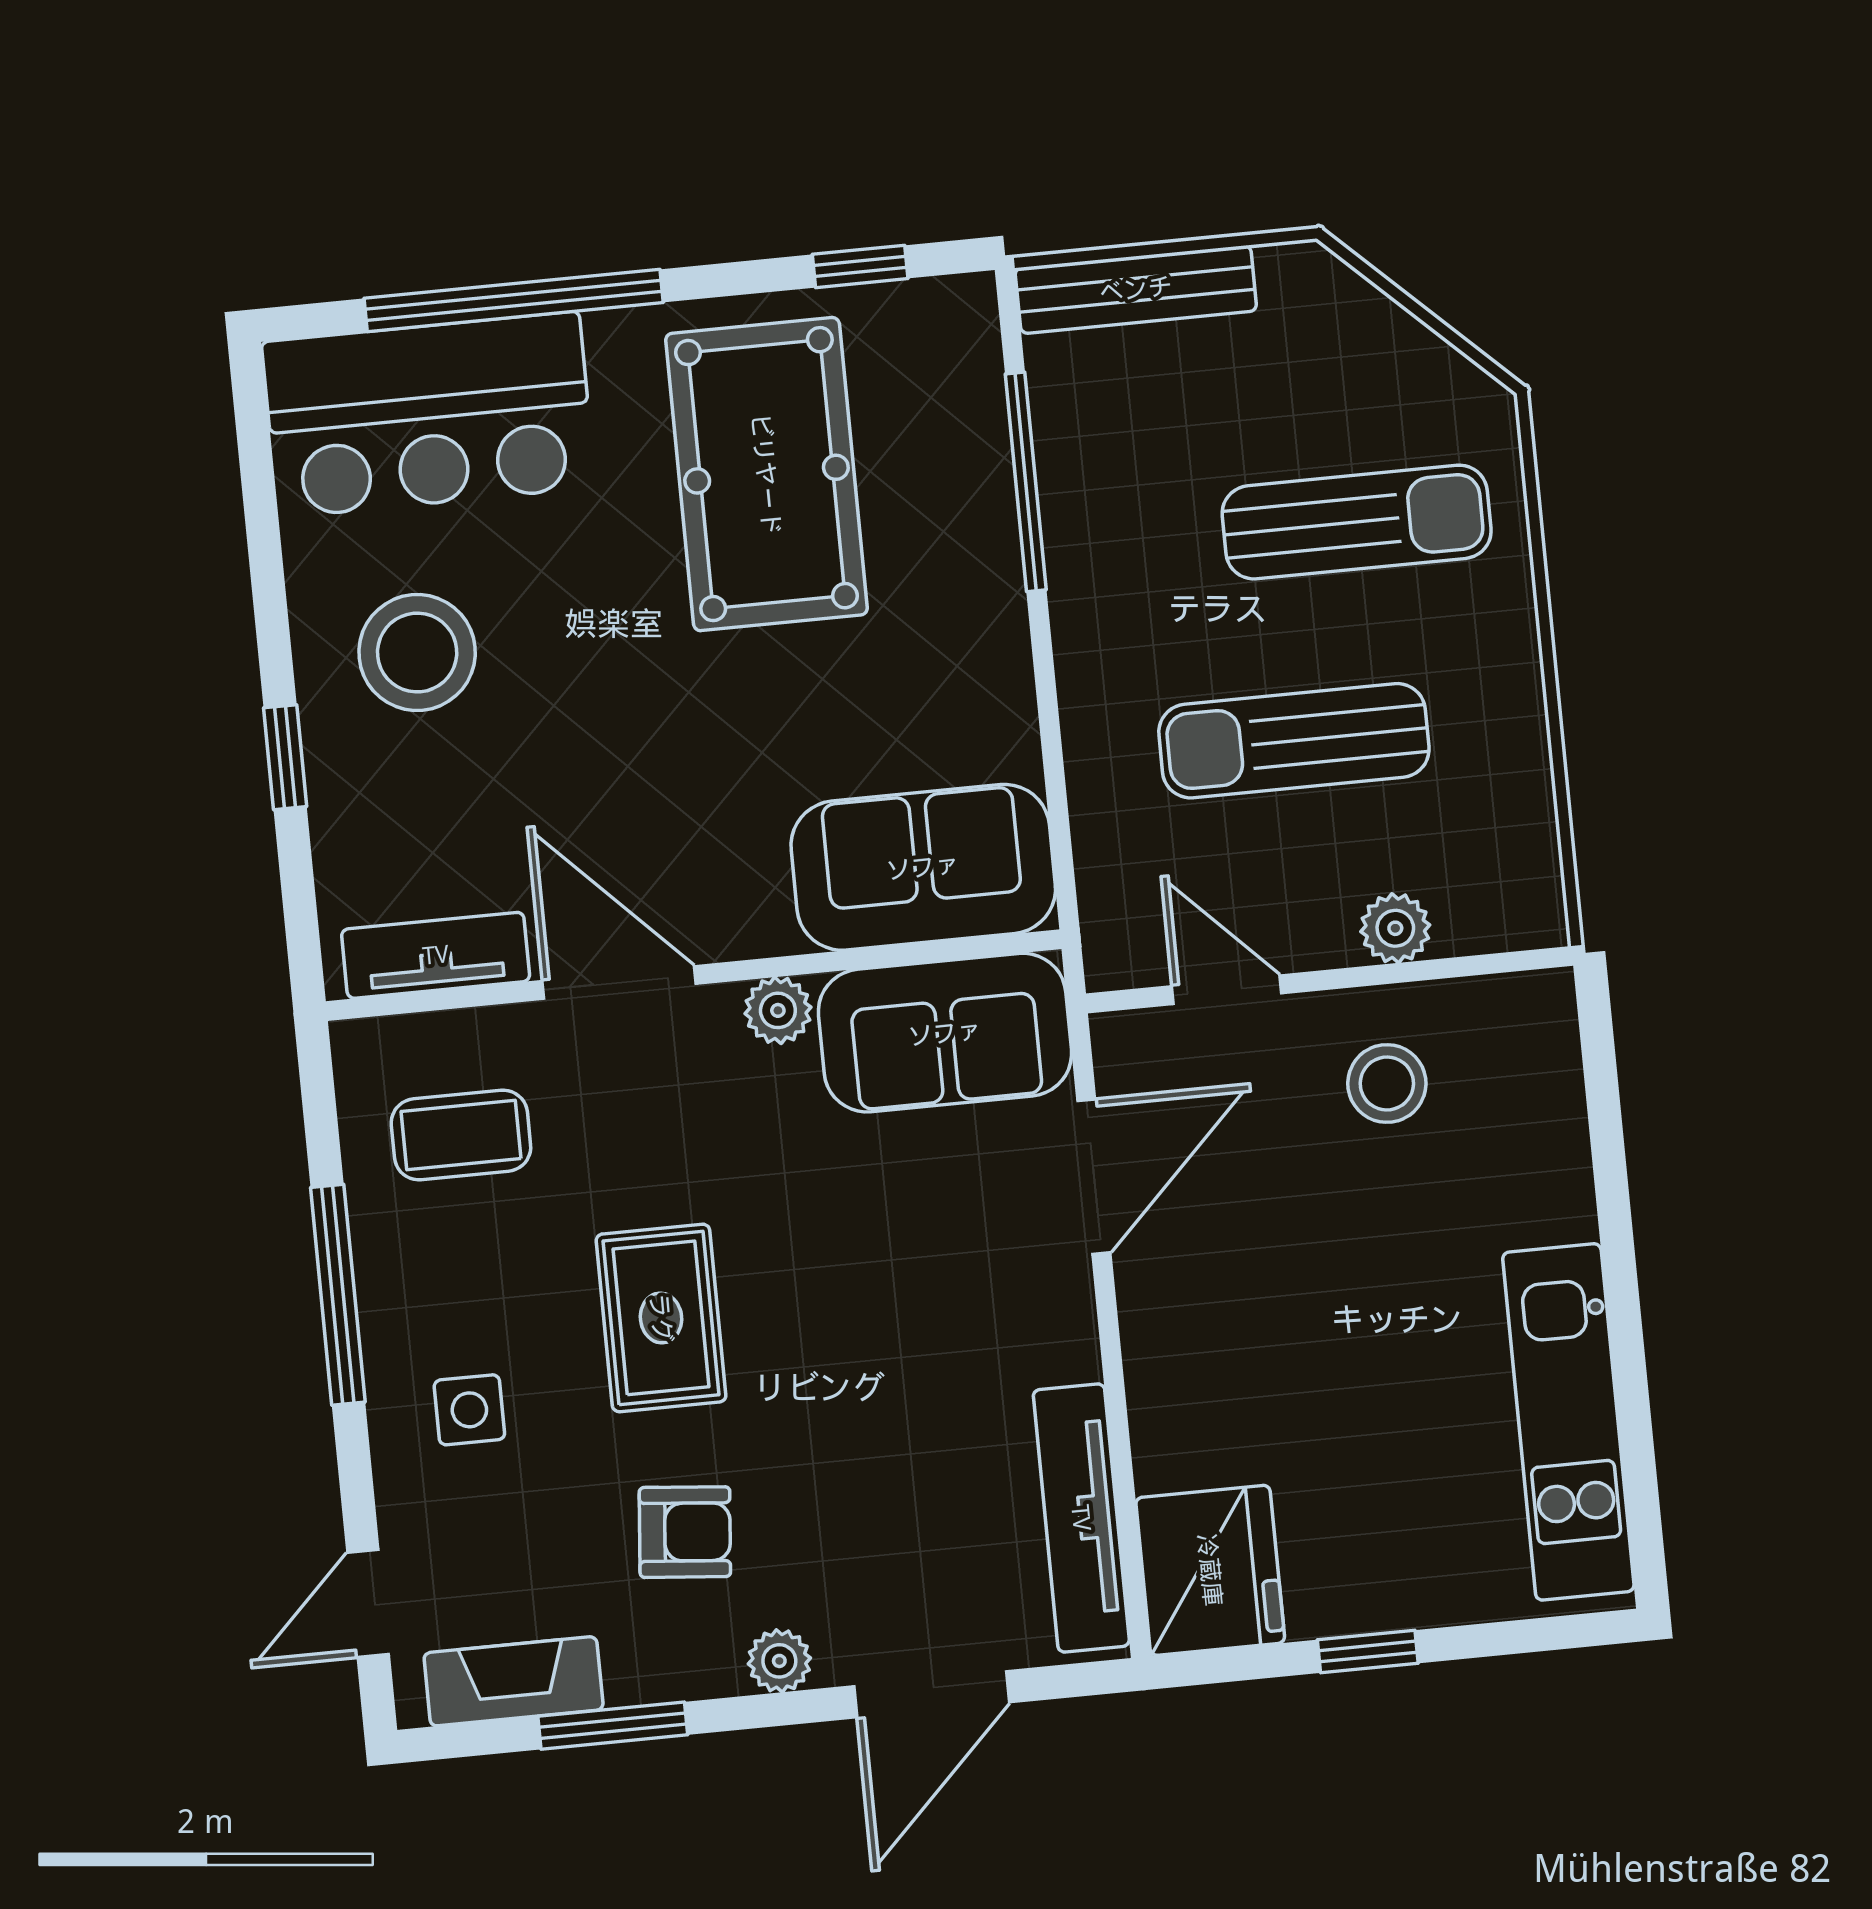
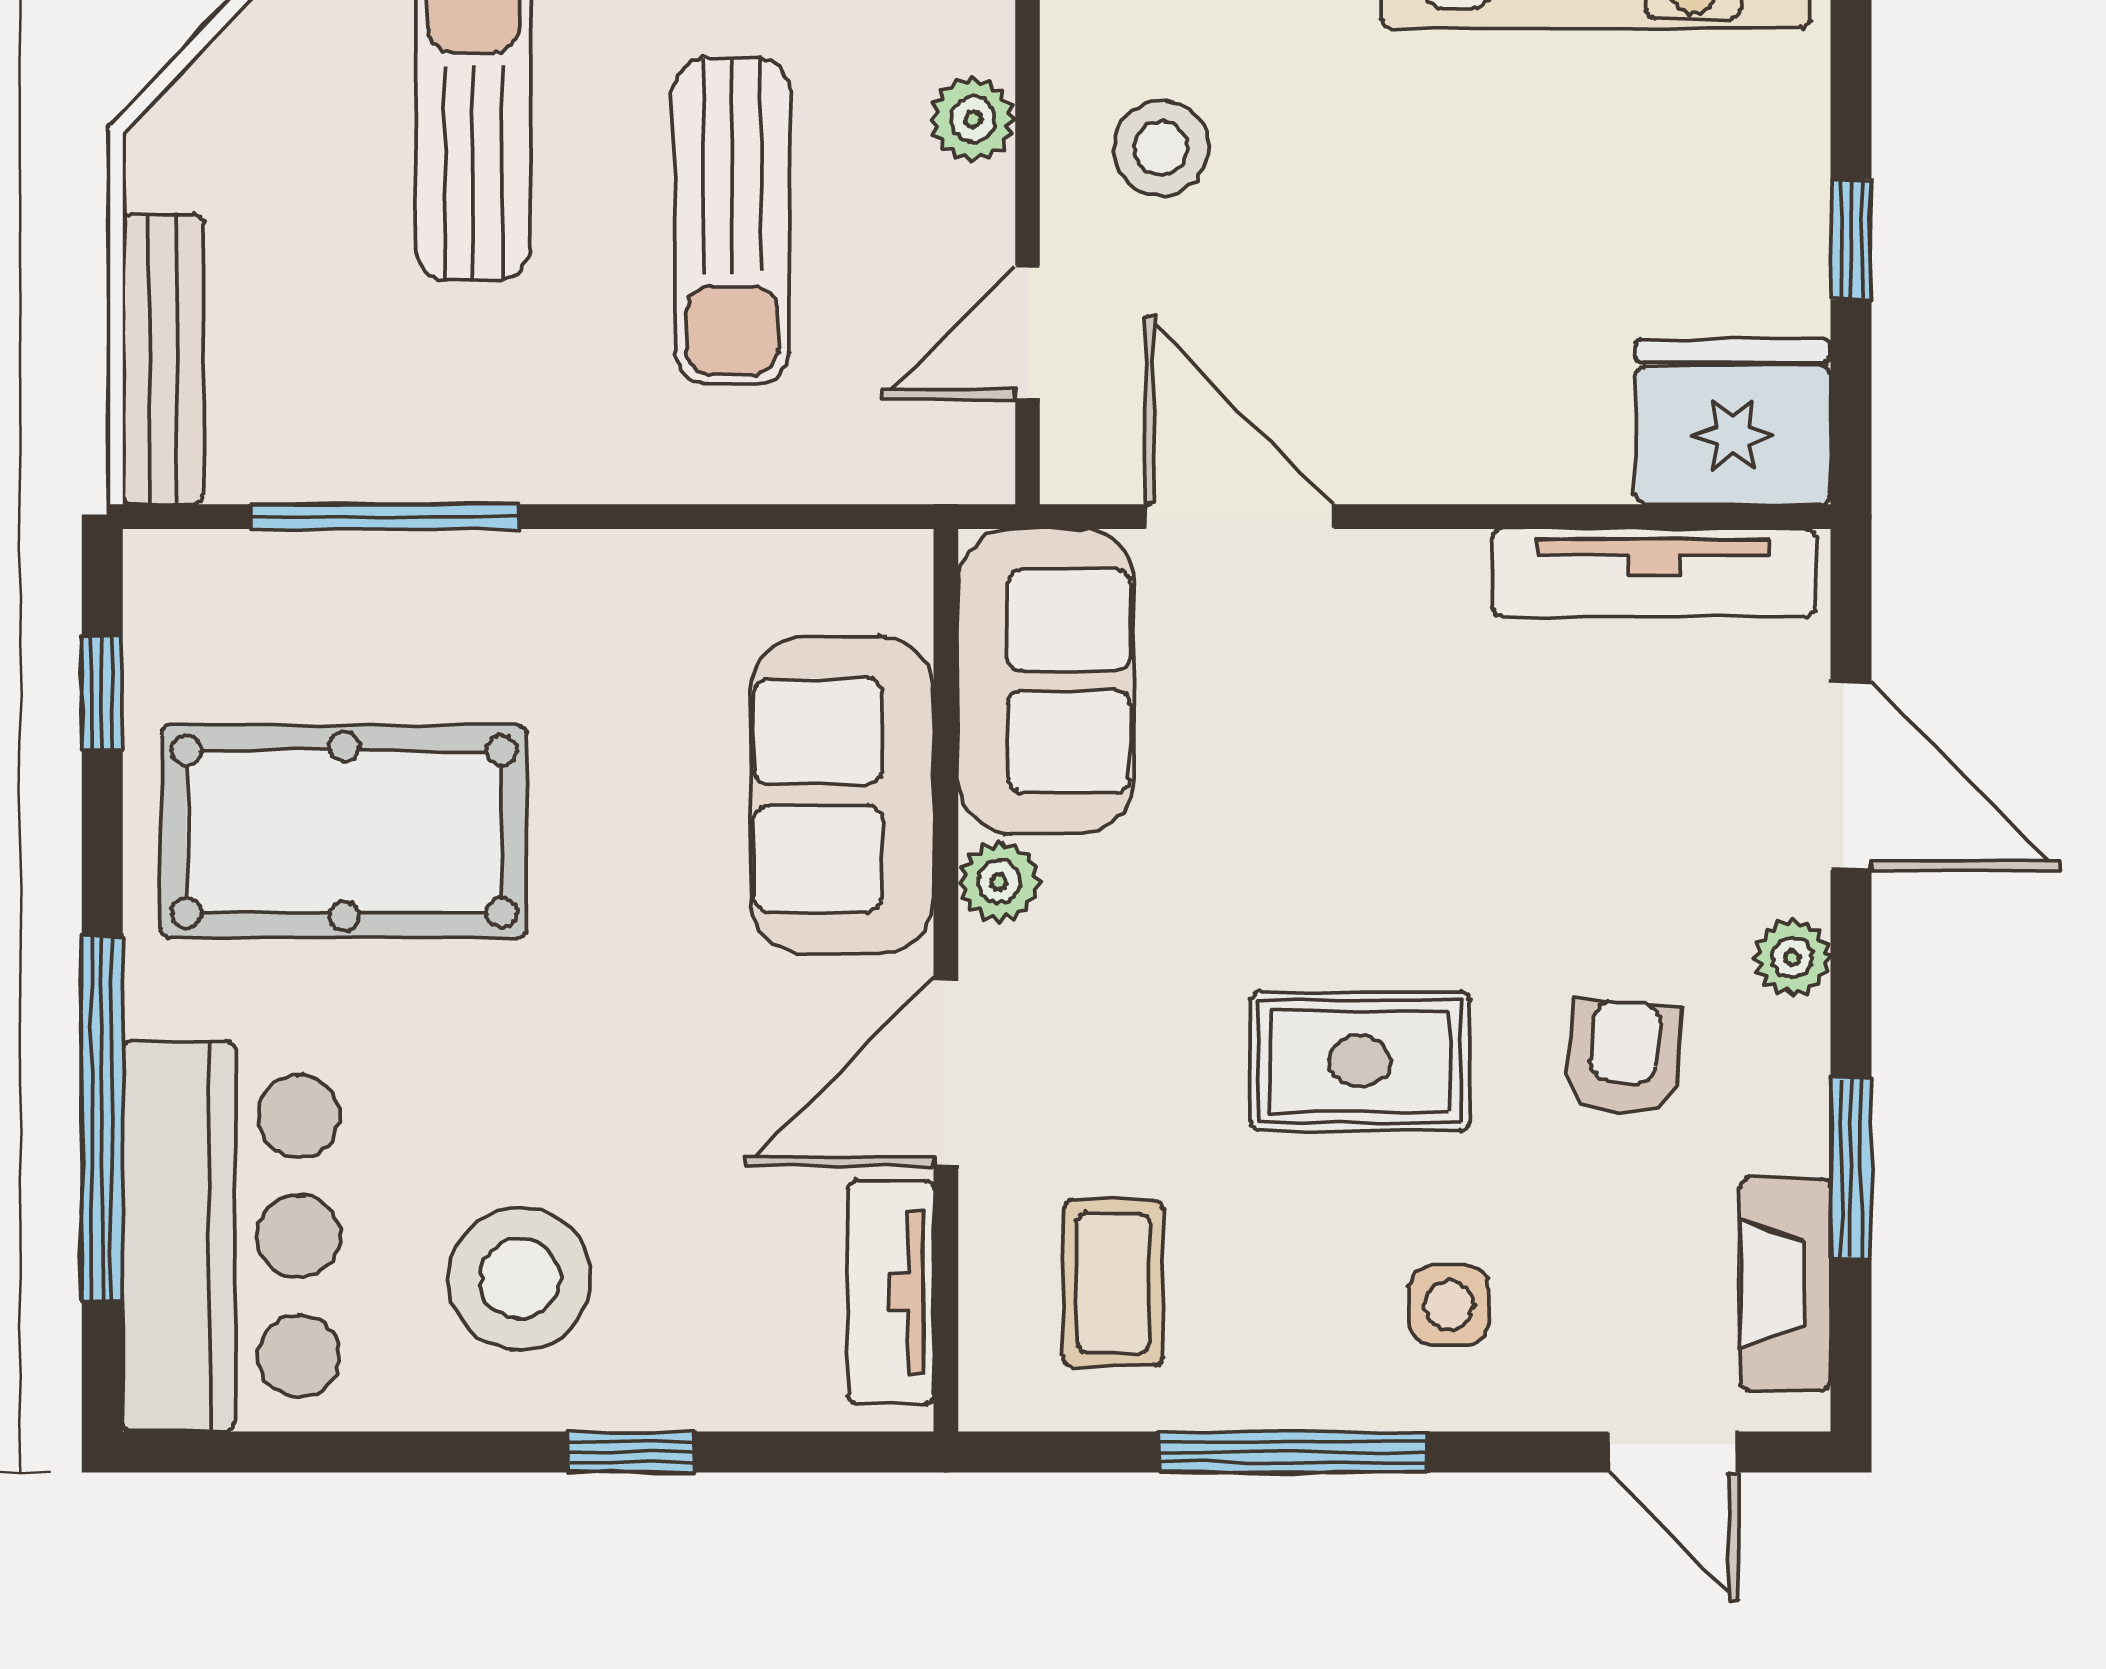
sofa: (923, 867) -> (842, 795), moved

